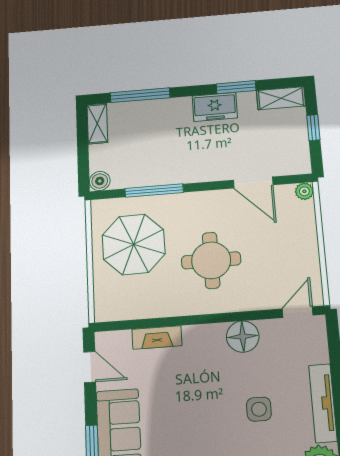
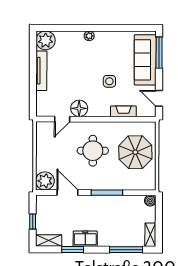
window: (154, 190) -> (107, 193), moved
plant: (304, 191) -> (45, 181), width x1.87, depth x1.87
parasol: (134, 244) -> (135, 152), moved
door: (298, 312) -> (62, 119), moved
side table: (259, 409) -> (109, 81), moved

